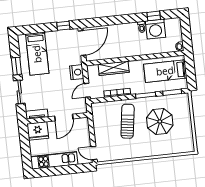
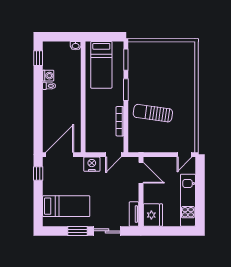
window: (154, 16) -> (38, 58), moved
washing machine: (155, 29) -> (48, 76), width x0.53, depth x0.53
door: (82, 43) -> (60, 155), hinge flipped
wardrobe: (114, 68) -> (92, 122), removed
door: (87, 90) -> (113, 155), hinge flipped
door: (64, 117) -> (141, 173), moved
parasol: (160, 121) -> (157, 77), removed

